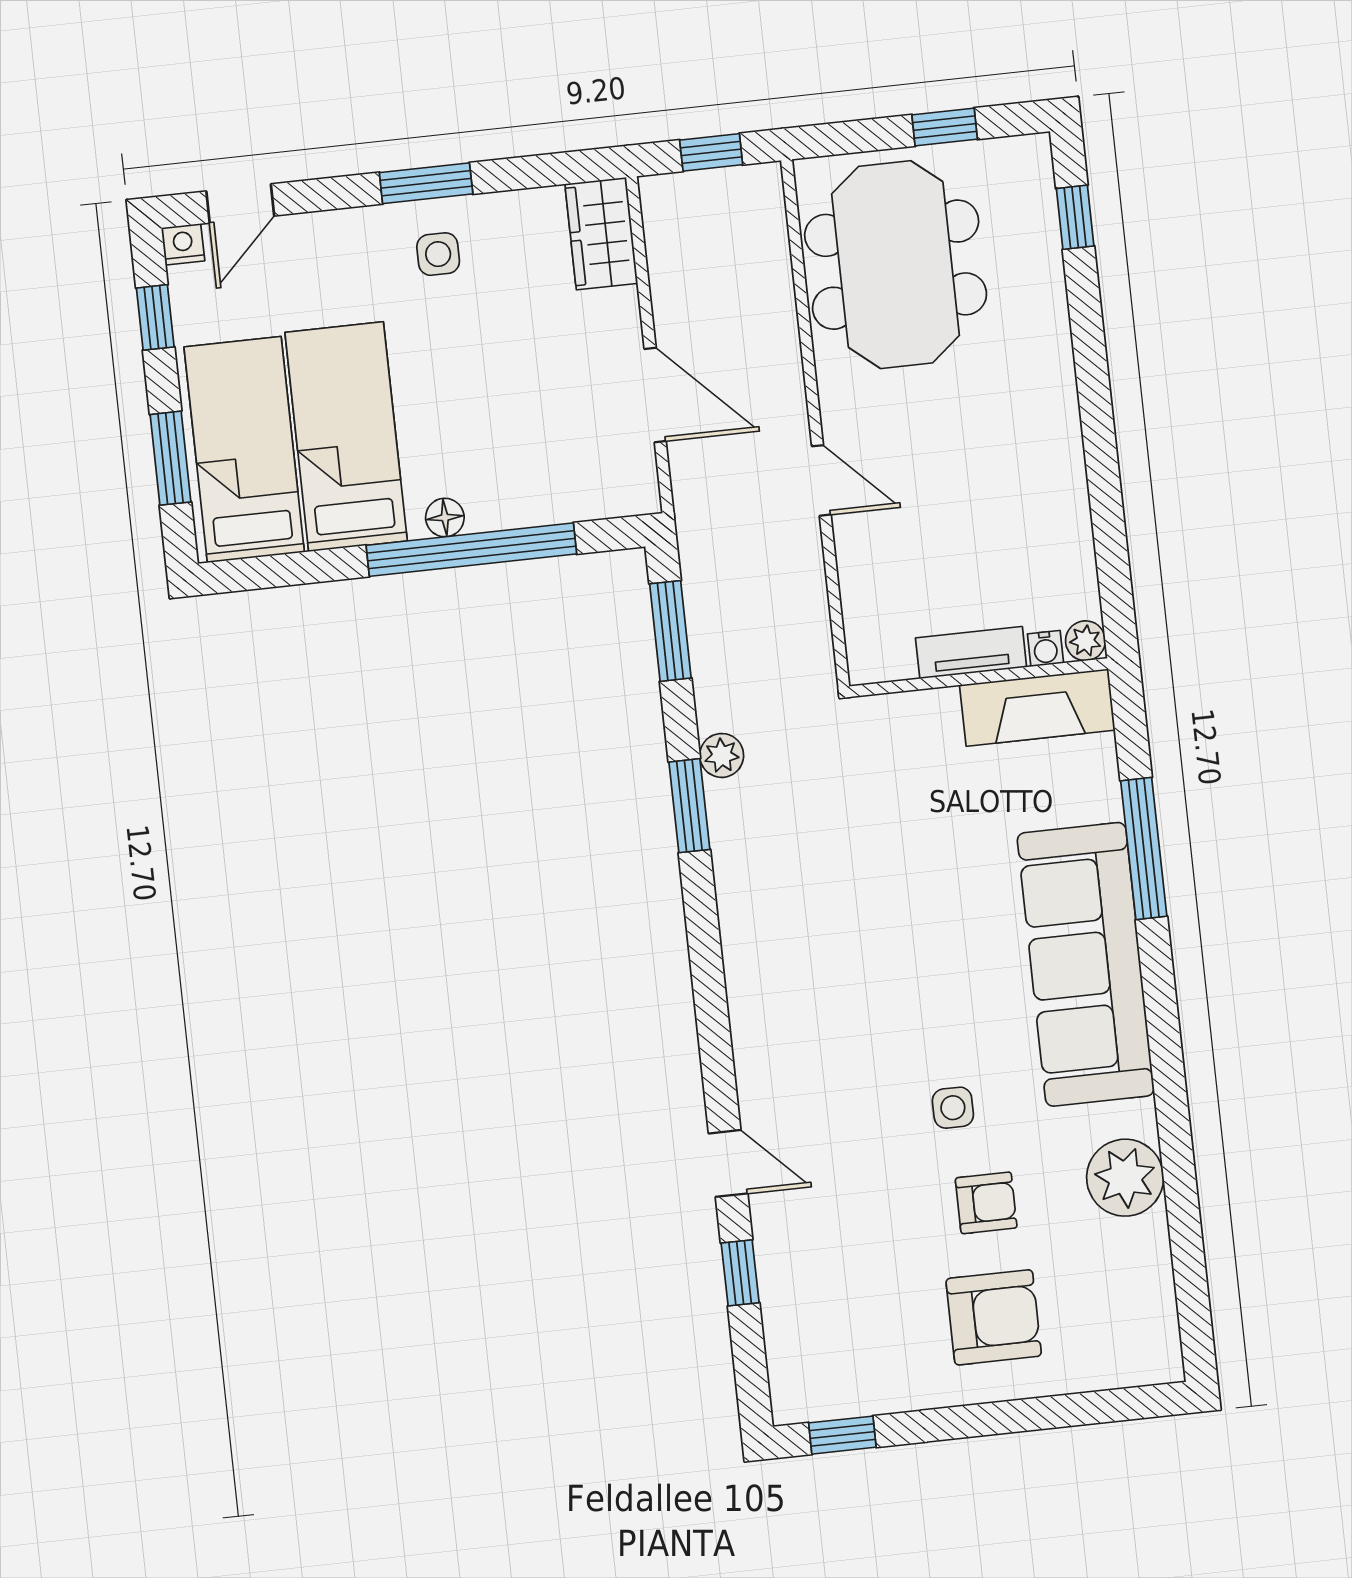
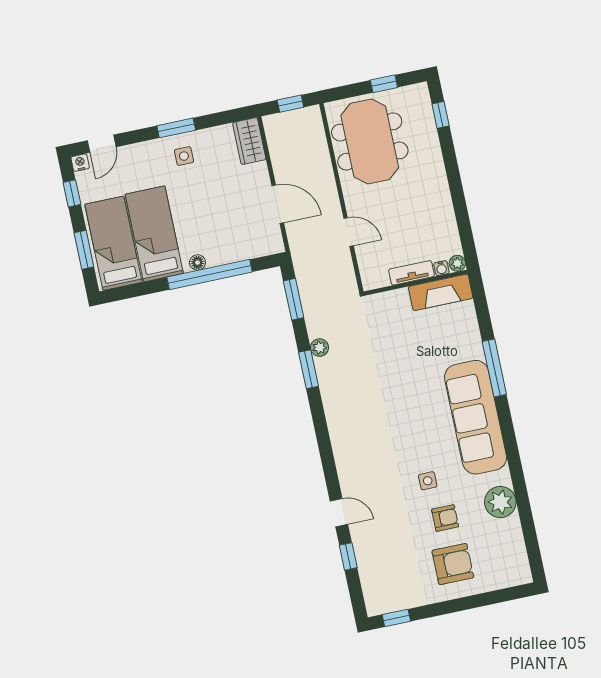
plant: (1085, 641) -> (457, 263), moved
water cooler: (1045, 649) -> (441, 268), moved
tv unit: (971, 653) -> (411, 273), moved
wall: (979, 678) -> (416, 283), moved
fireplace: (1037, 707) -> (441, 292), moved

